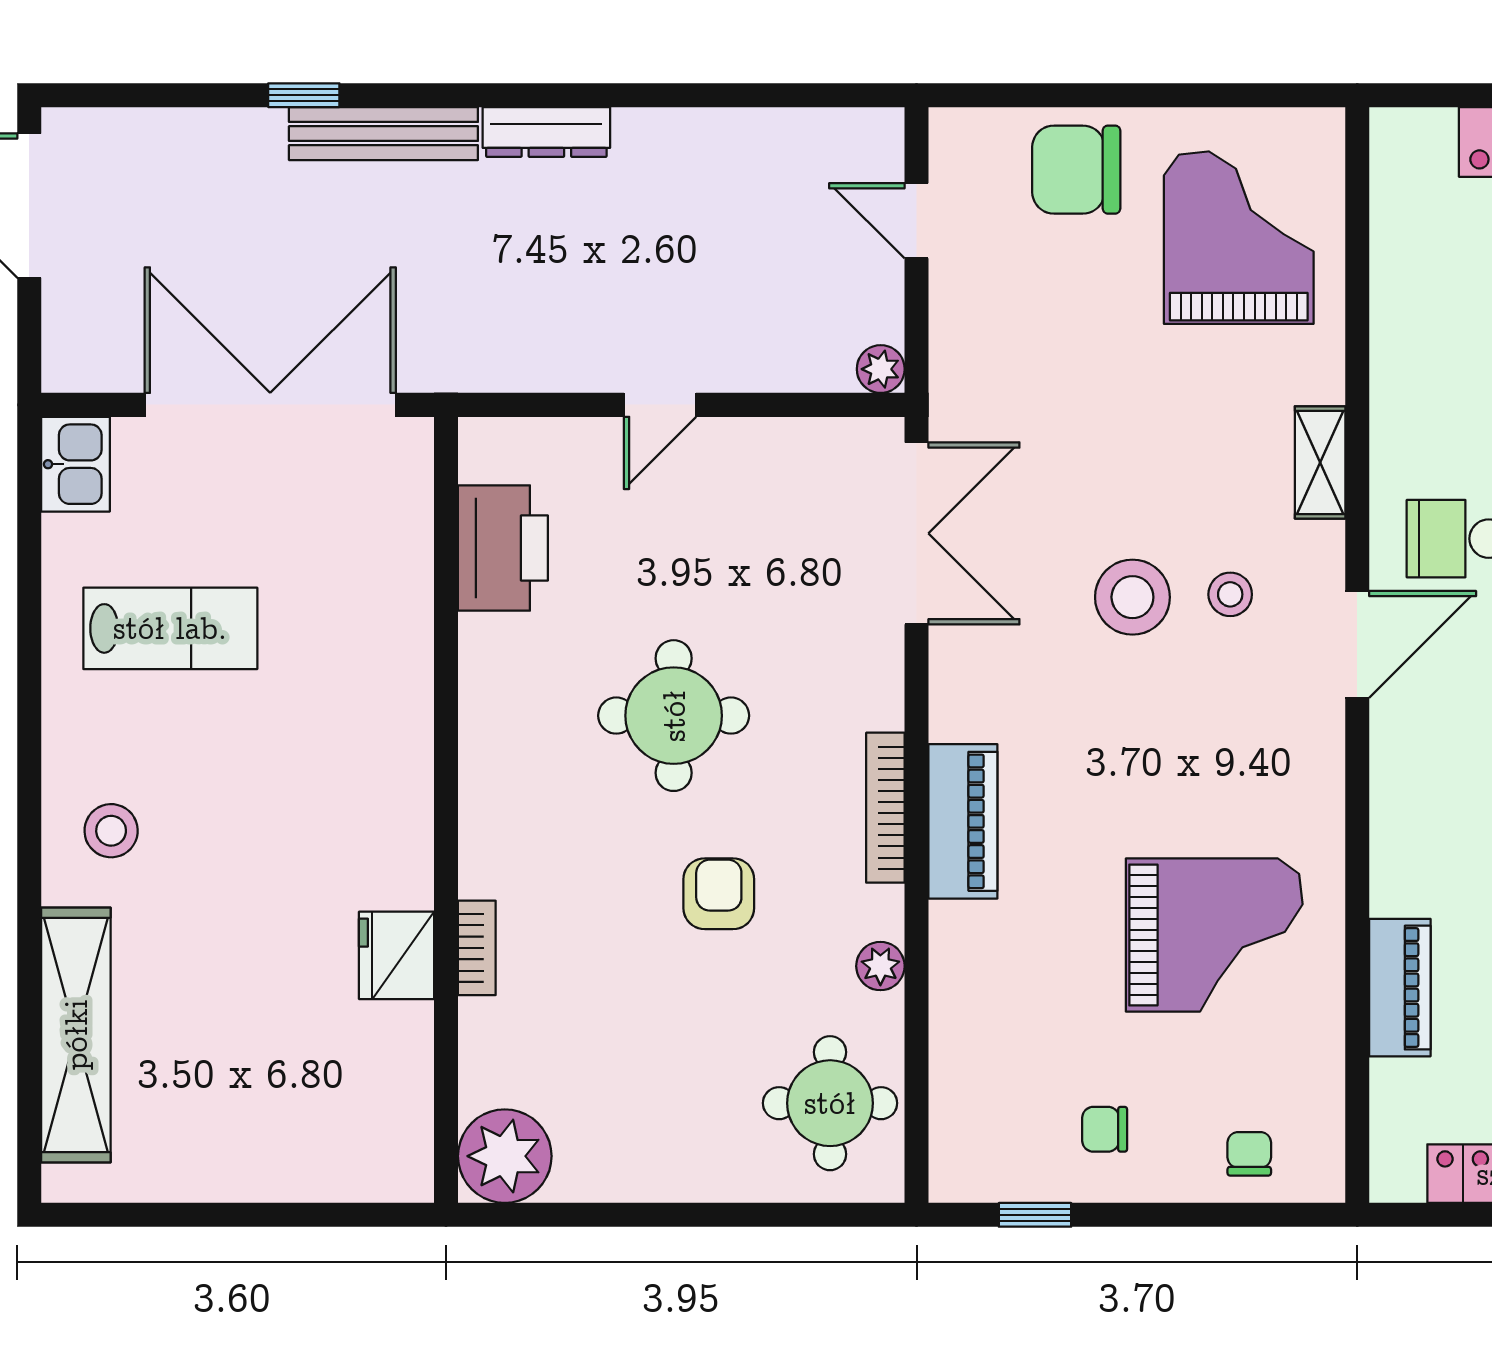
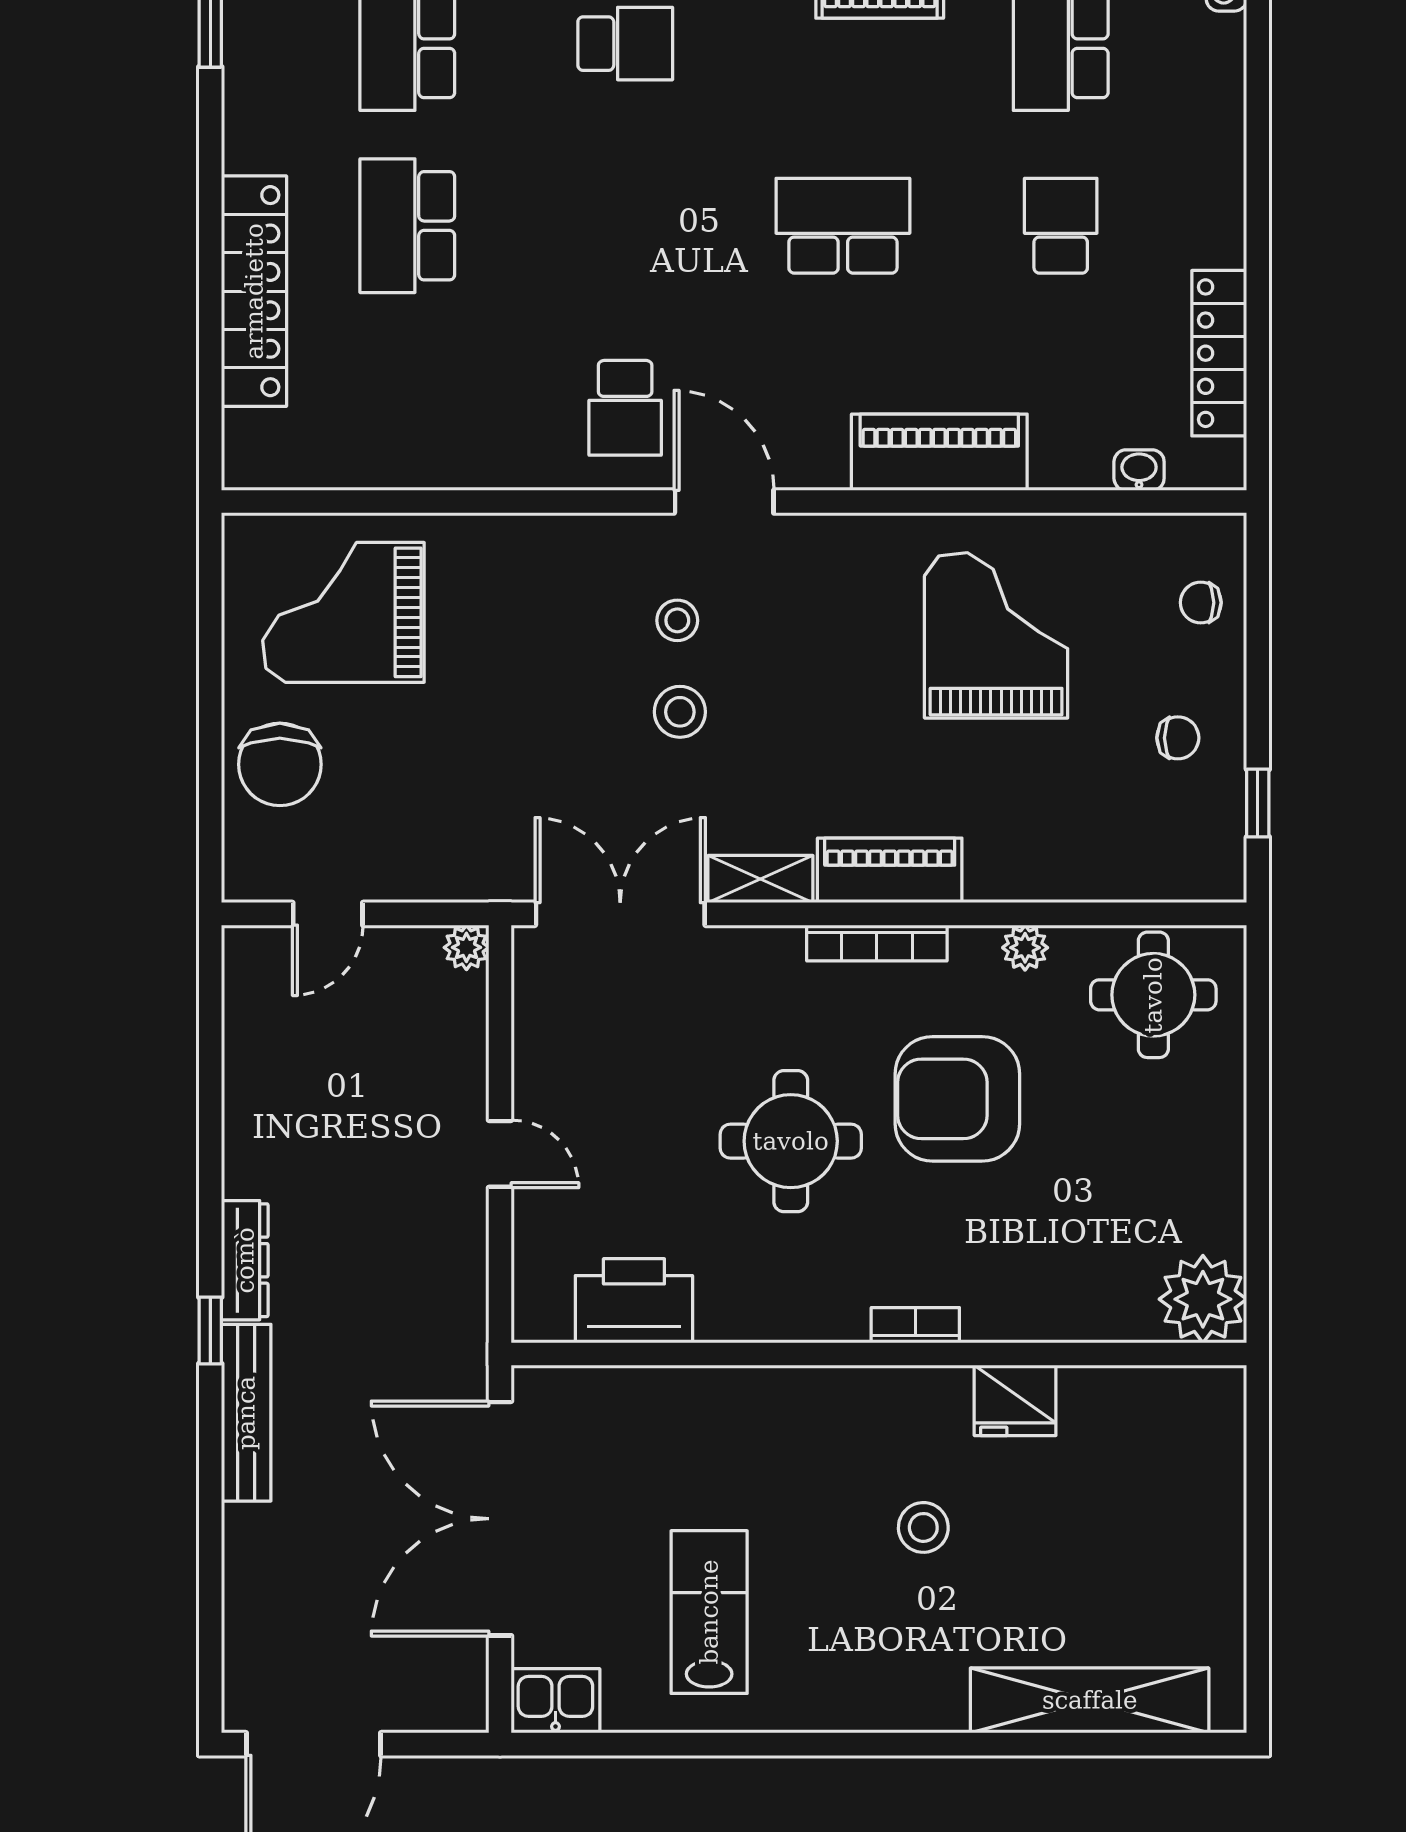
window: (304, 95) -> (210, 1330), moved
shelving: (1320, 462) -> (760, 879), moved
stool: (1132, 597) -> (680, 712), width x0.73, depth x0.73
stool: (111, 831) -> (923, 1527), moved
armchair: (719, 894) -> (957, 1099), width x1.88, depth x1.88
bookcase: (477, 948) -> (915, 1325), moved
piano: (1400, 988) -> (939, 452), moved, width x1.37, depth x1.33
washbasin: (1391, 1088) -> (1139, 470), added
chair: (1105, 1129) -> (1178, 738), turned -90

